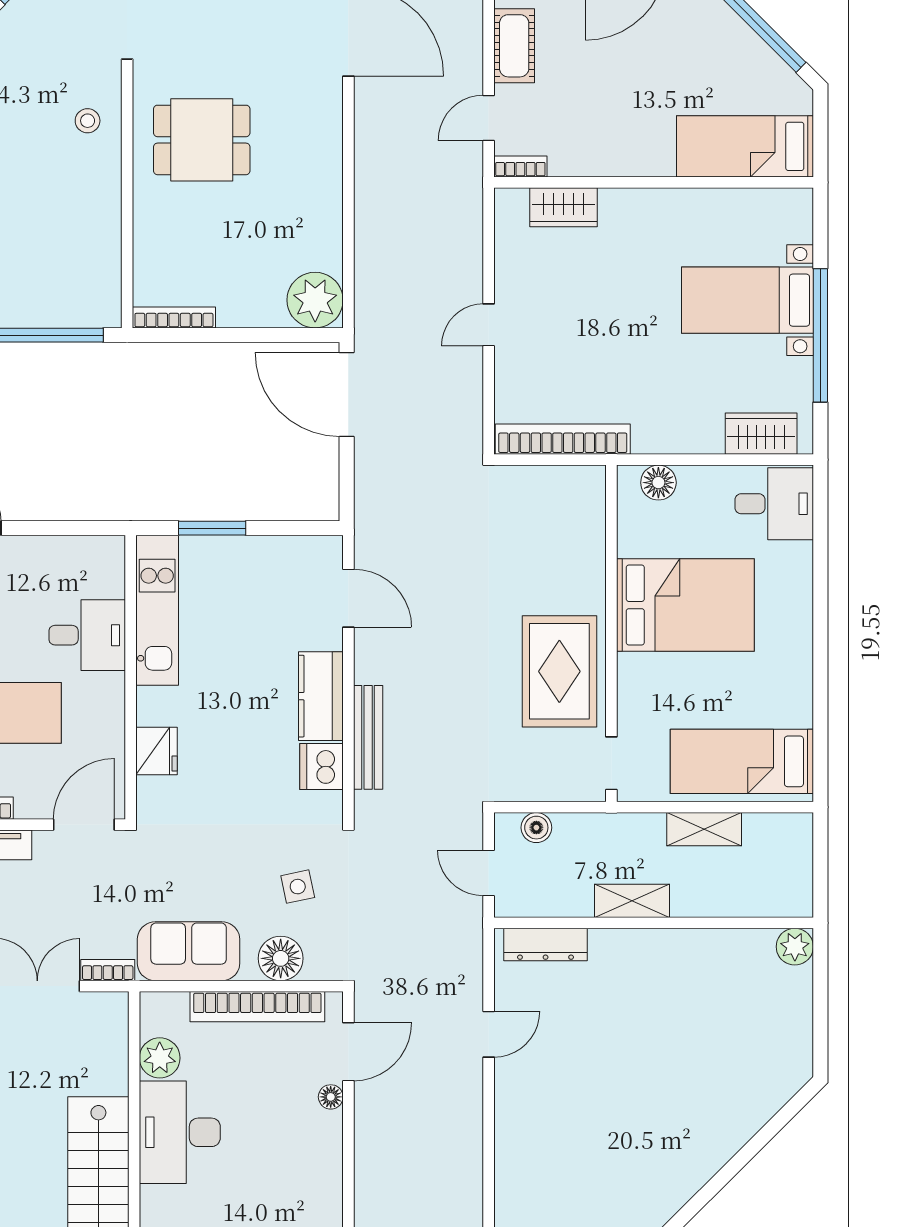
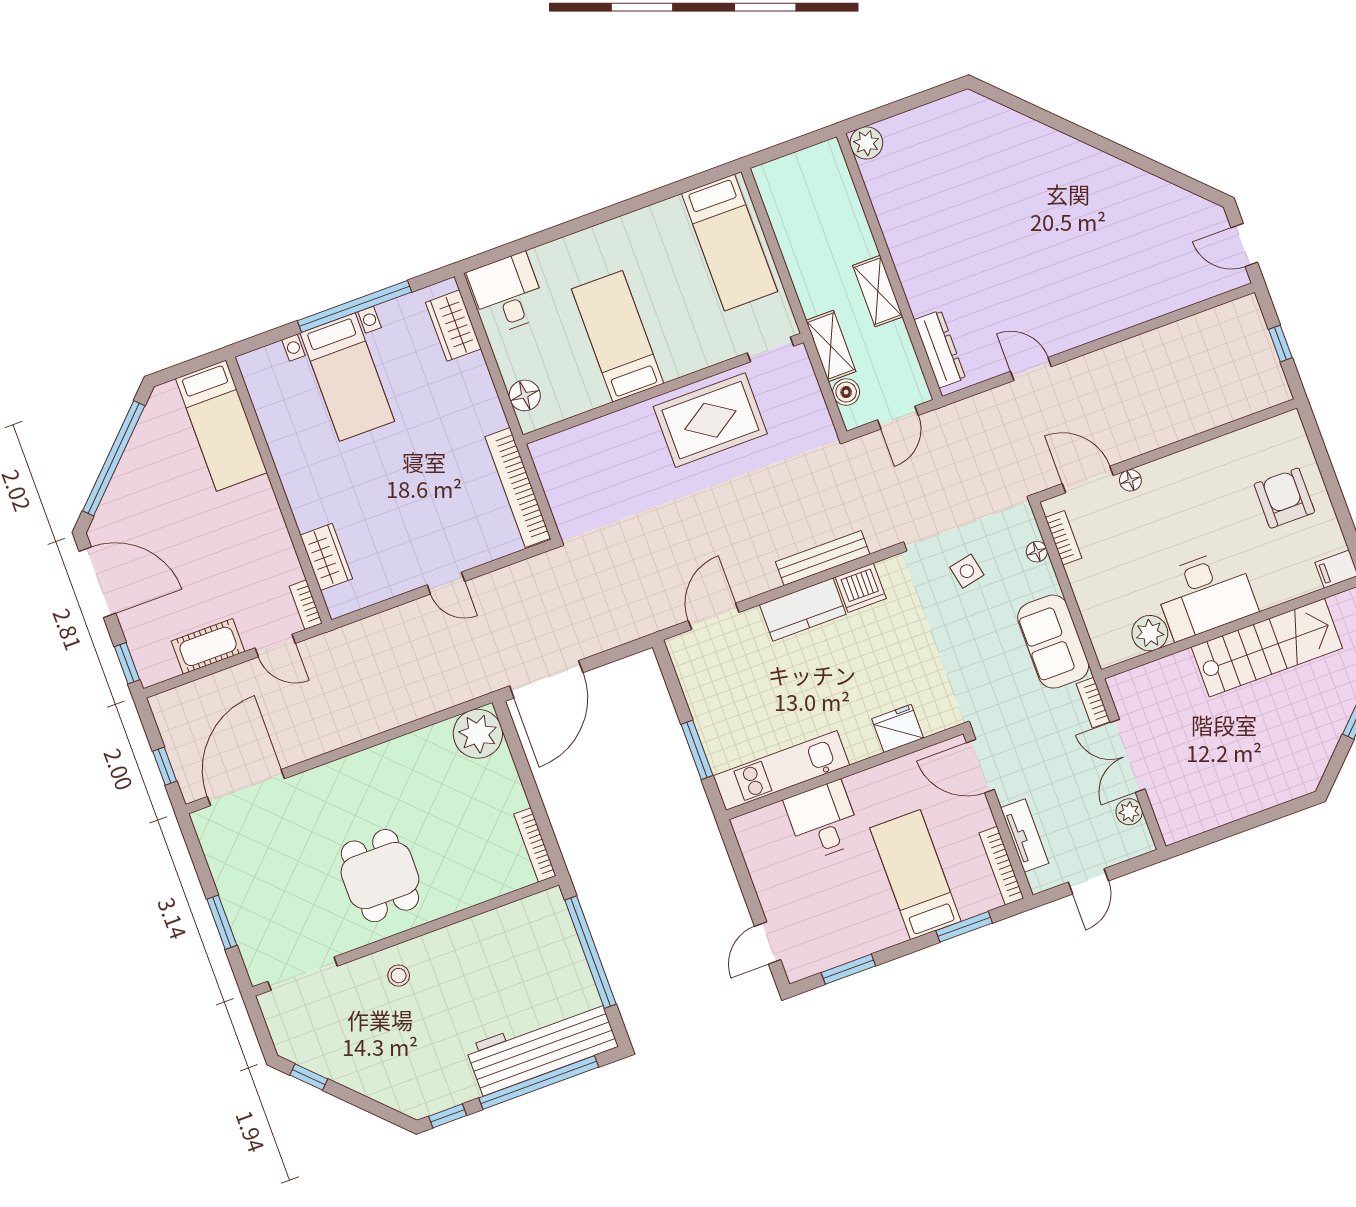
bed: (685, 605) -> (618, 336), width x0.67
shelving: (704, 829) -> (831, 346), moved
floor lamp: (281, 958) -> (1037, 552), width x0.53, depth x0.53
bookcase: (257, 1007) -> (1064, 538), width x0.43, depth x0.76

